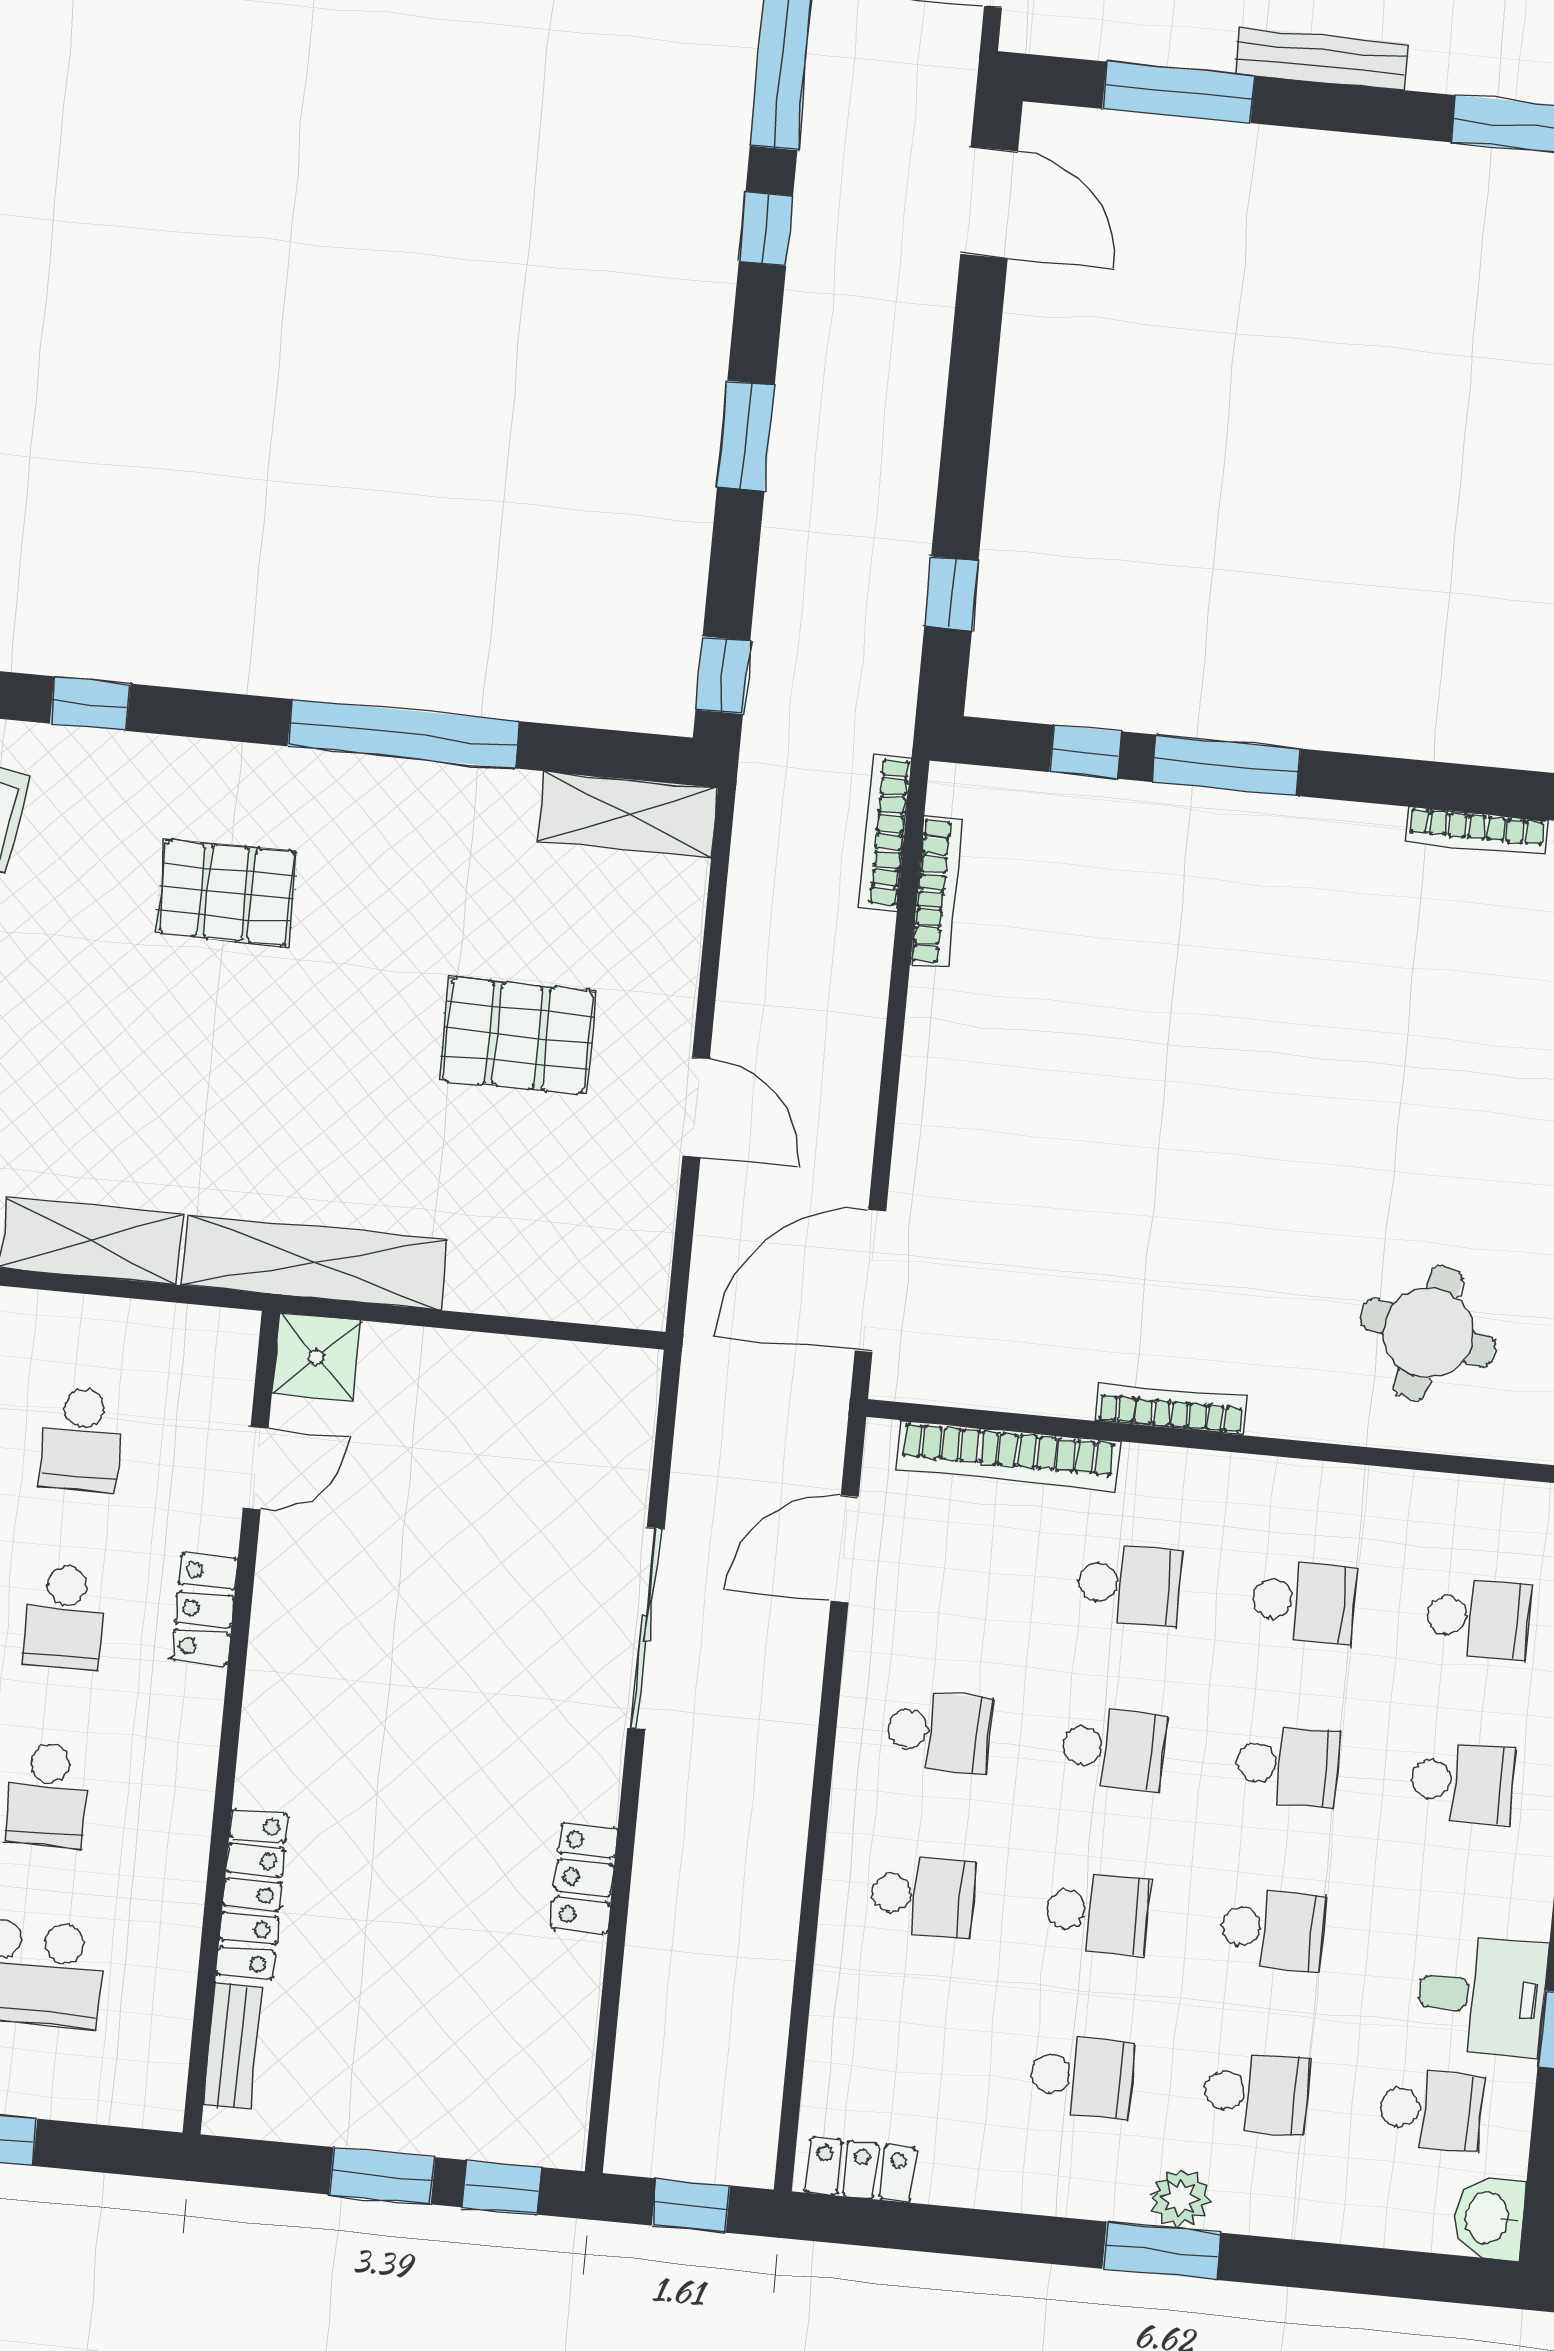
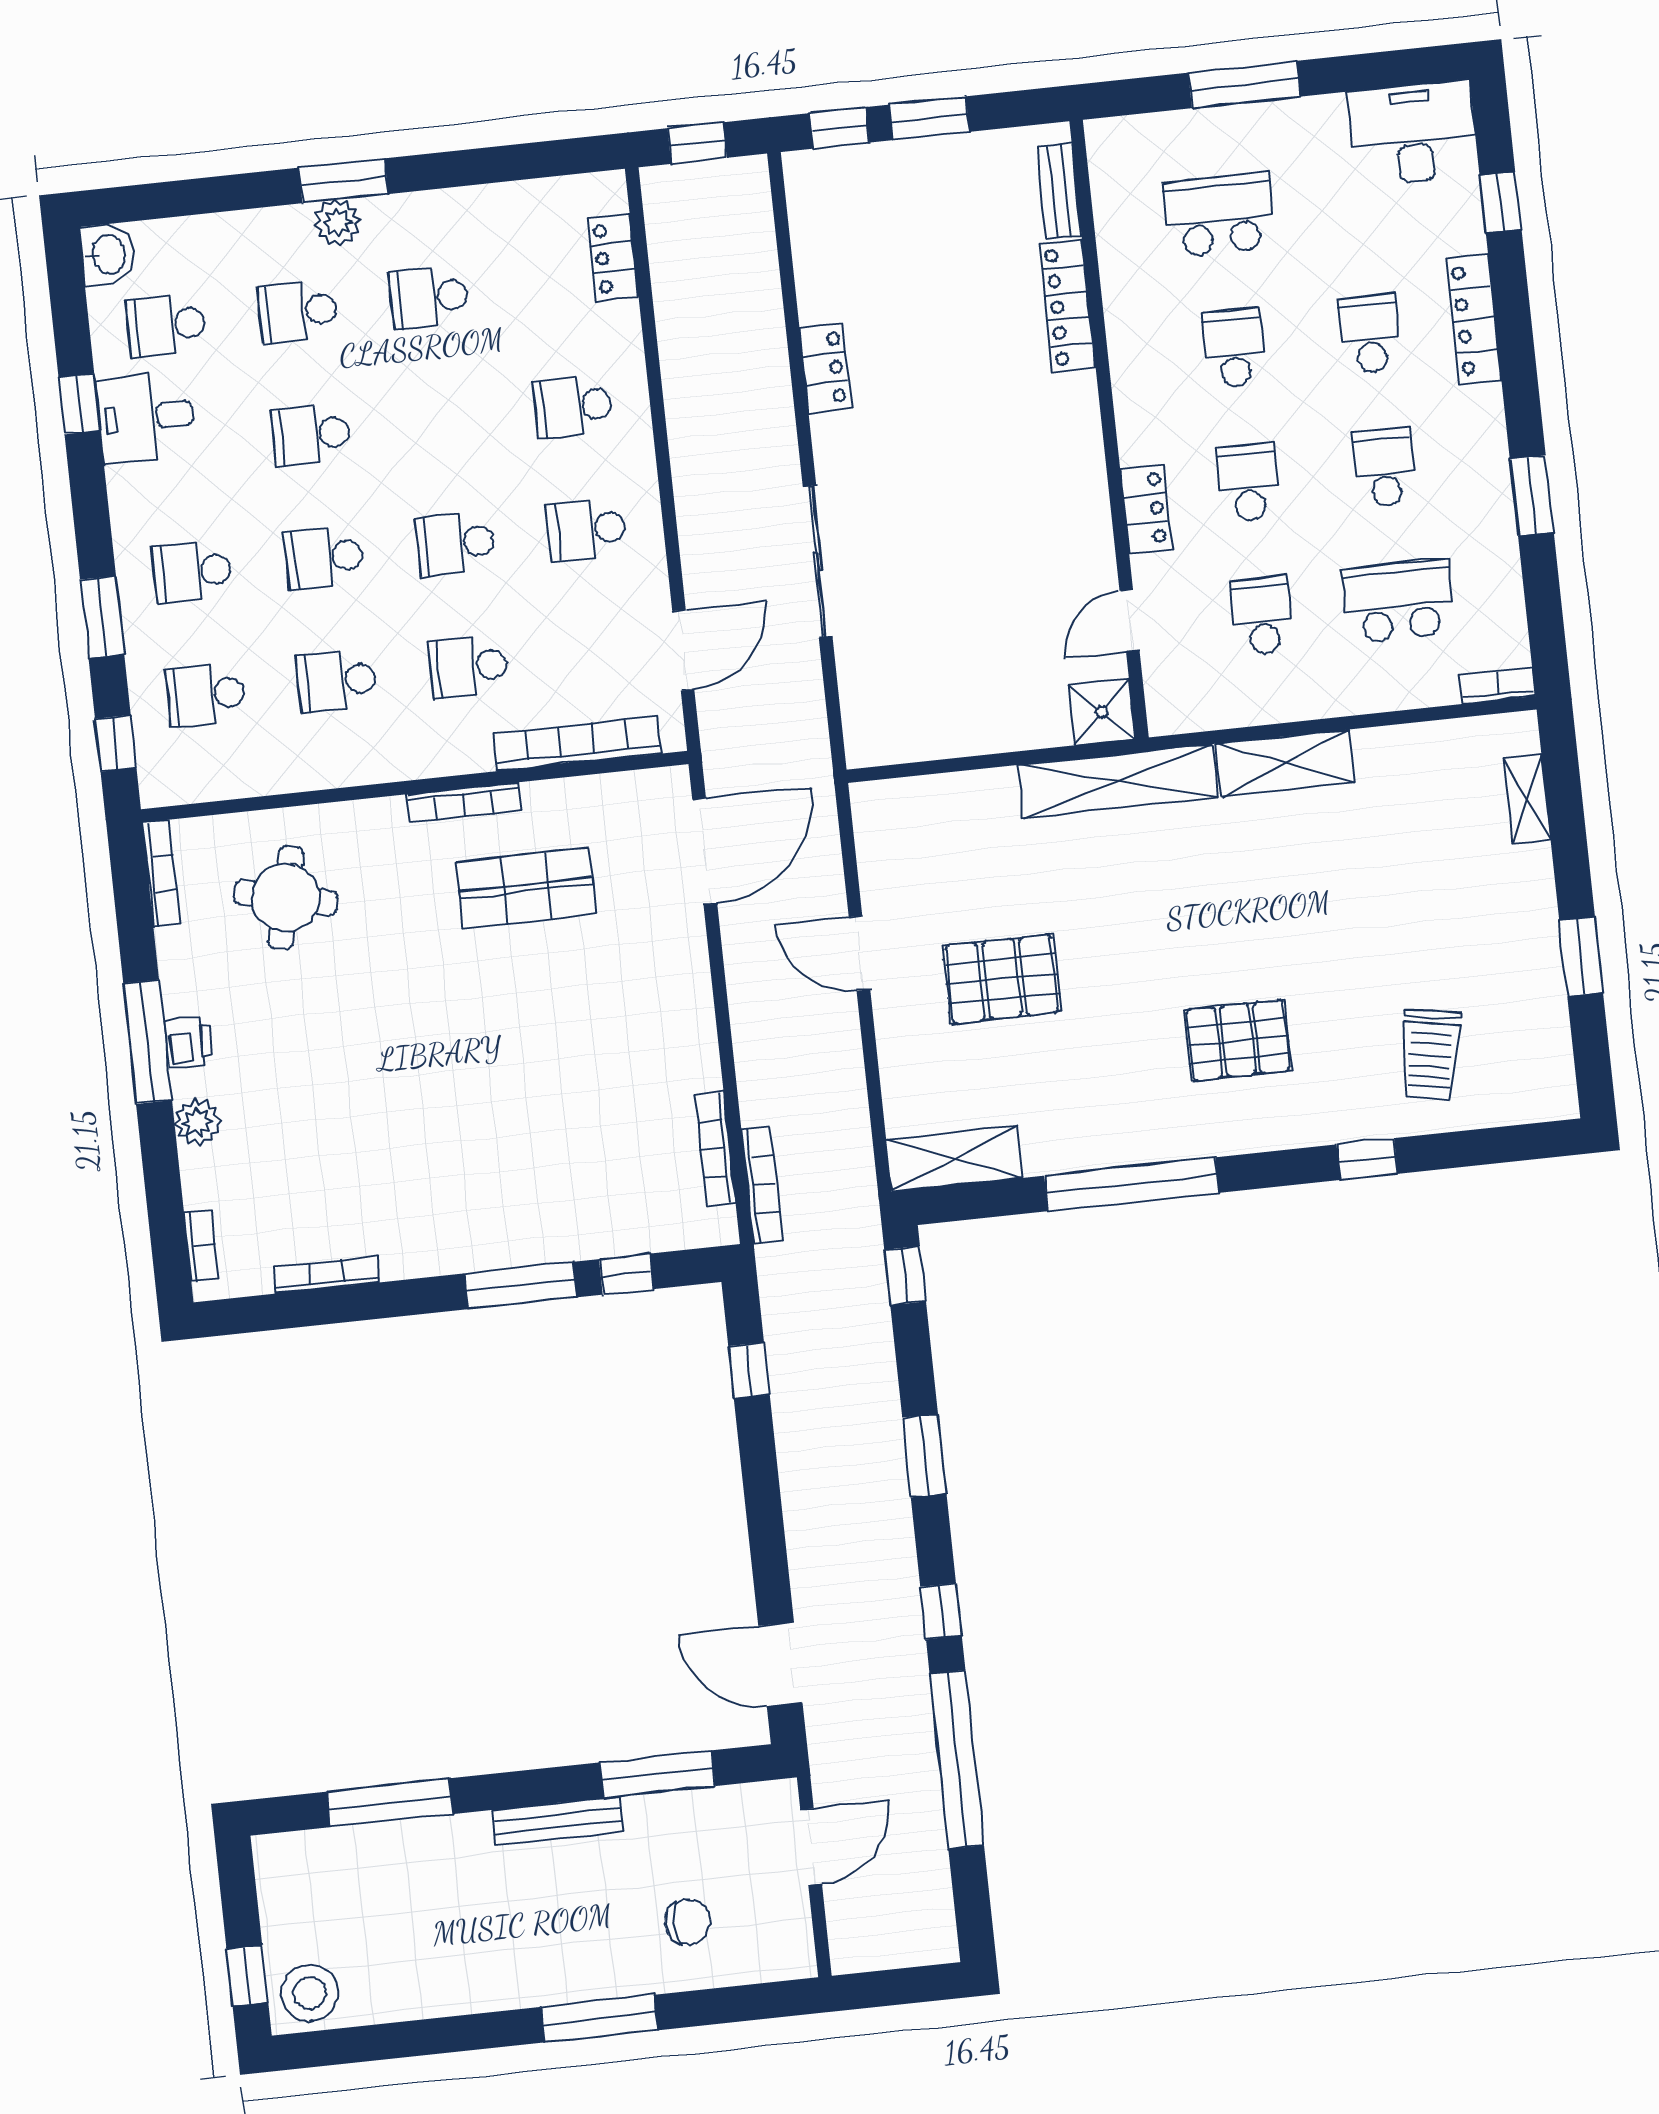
shop shelf: (1113, 1281) -> (526, 888), added
school desk: (1097, 1913) -> (442, 420), removed
locker: (861, 2170) -> (613, 258), moved, turned 90

